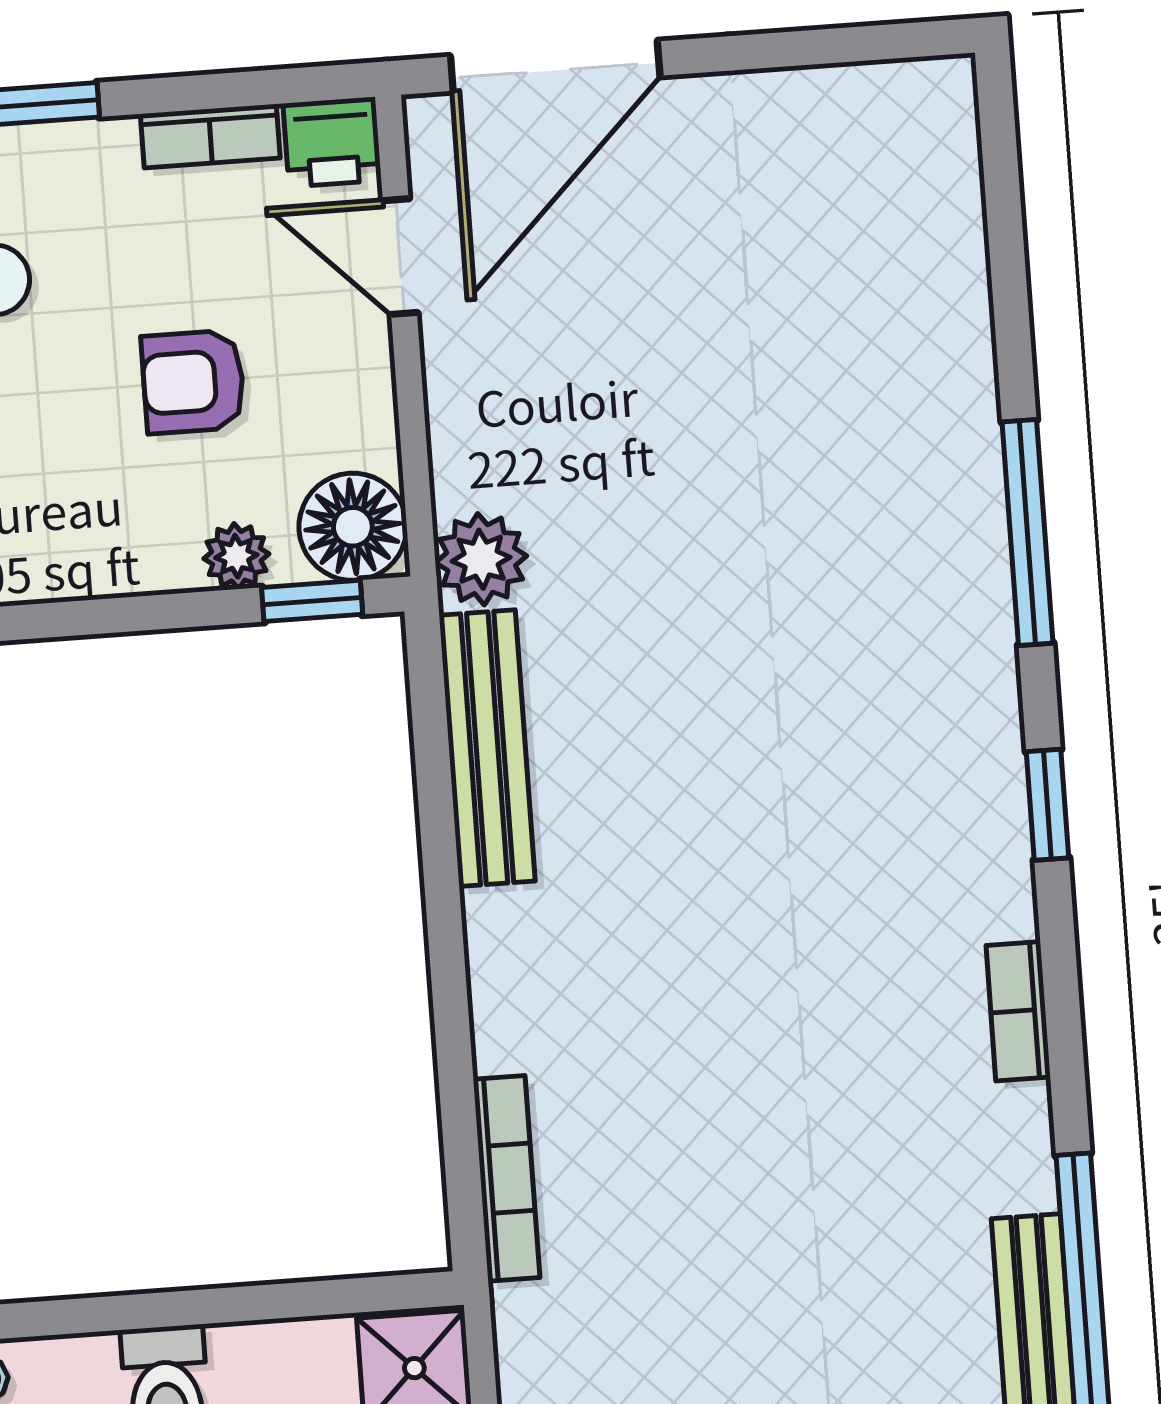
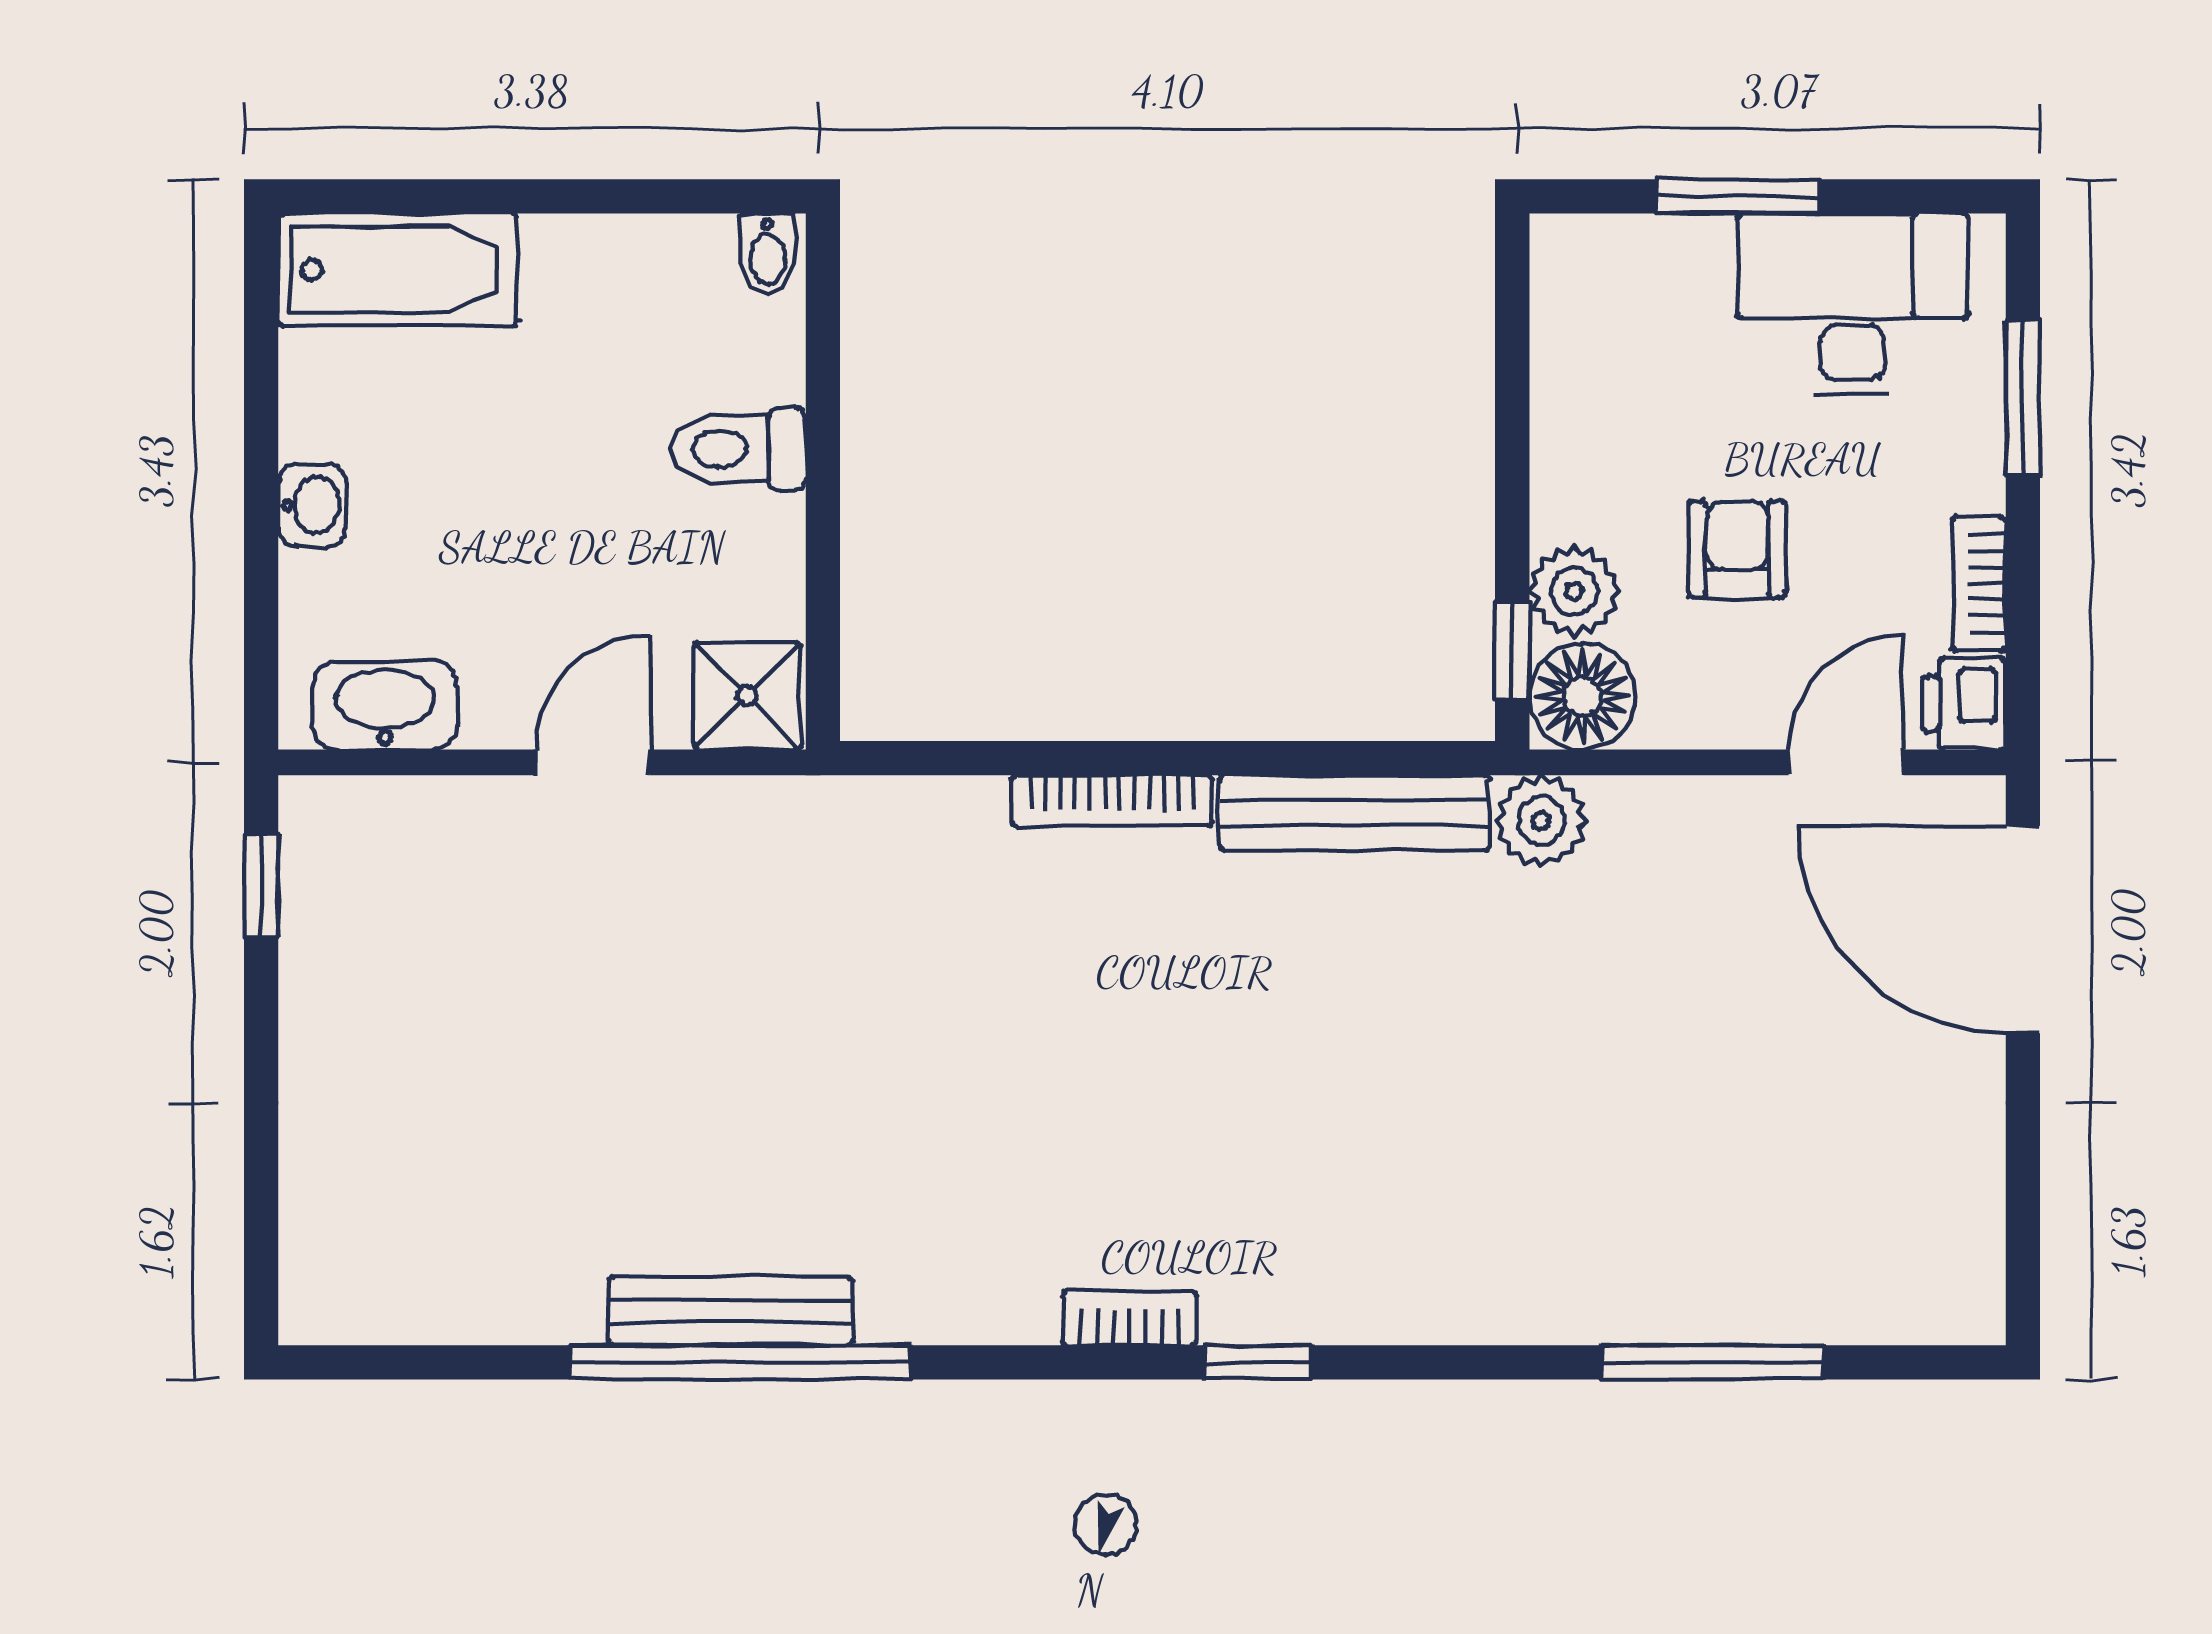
window: (1028, 532) -> (1712, 1362), moved
plant: (236, 556) -> (1574, 591), width x1.38, depth x1.38
bookcase: (1018, 1011) -> (1129, 1318), moved
bookcase: (507, 1178) -> (1112, 801), moved

